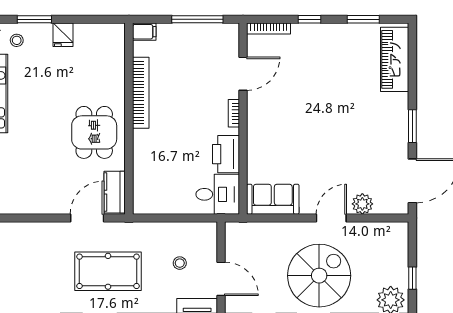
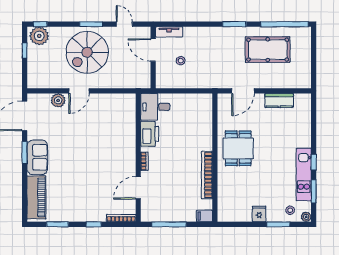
kitchen counter: (115, 192) -> (279, 100), moved, turned 90
sofa: (273, 199) -> (37, 157), moved, turned -90
pool table: (108, 271) -> (268, 50), moved

